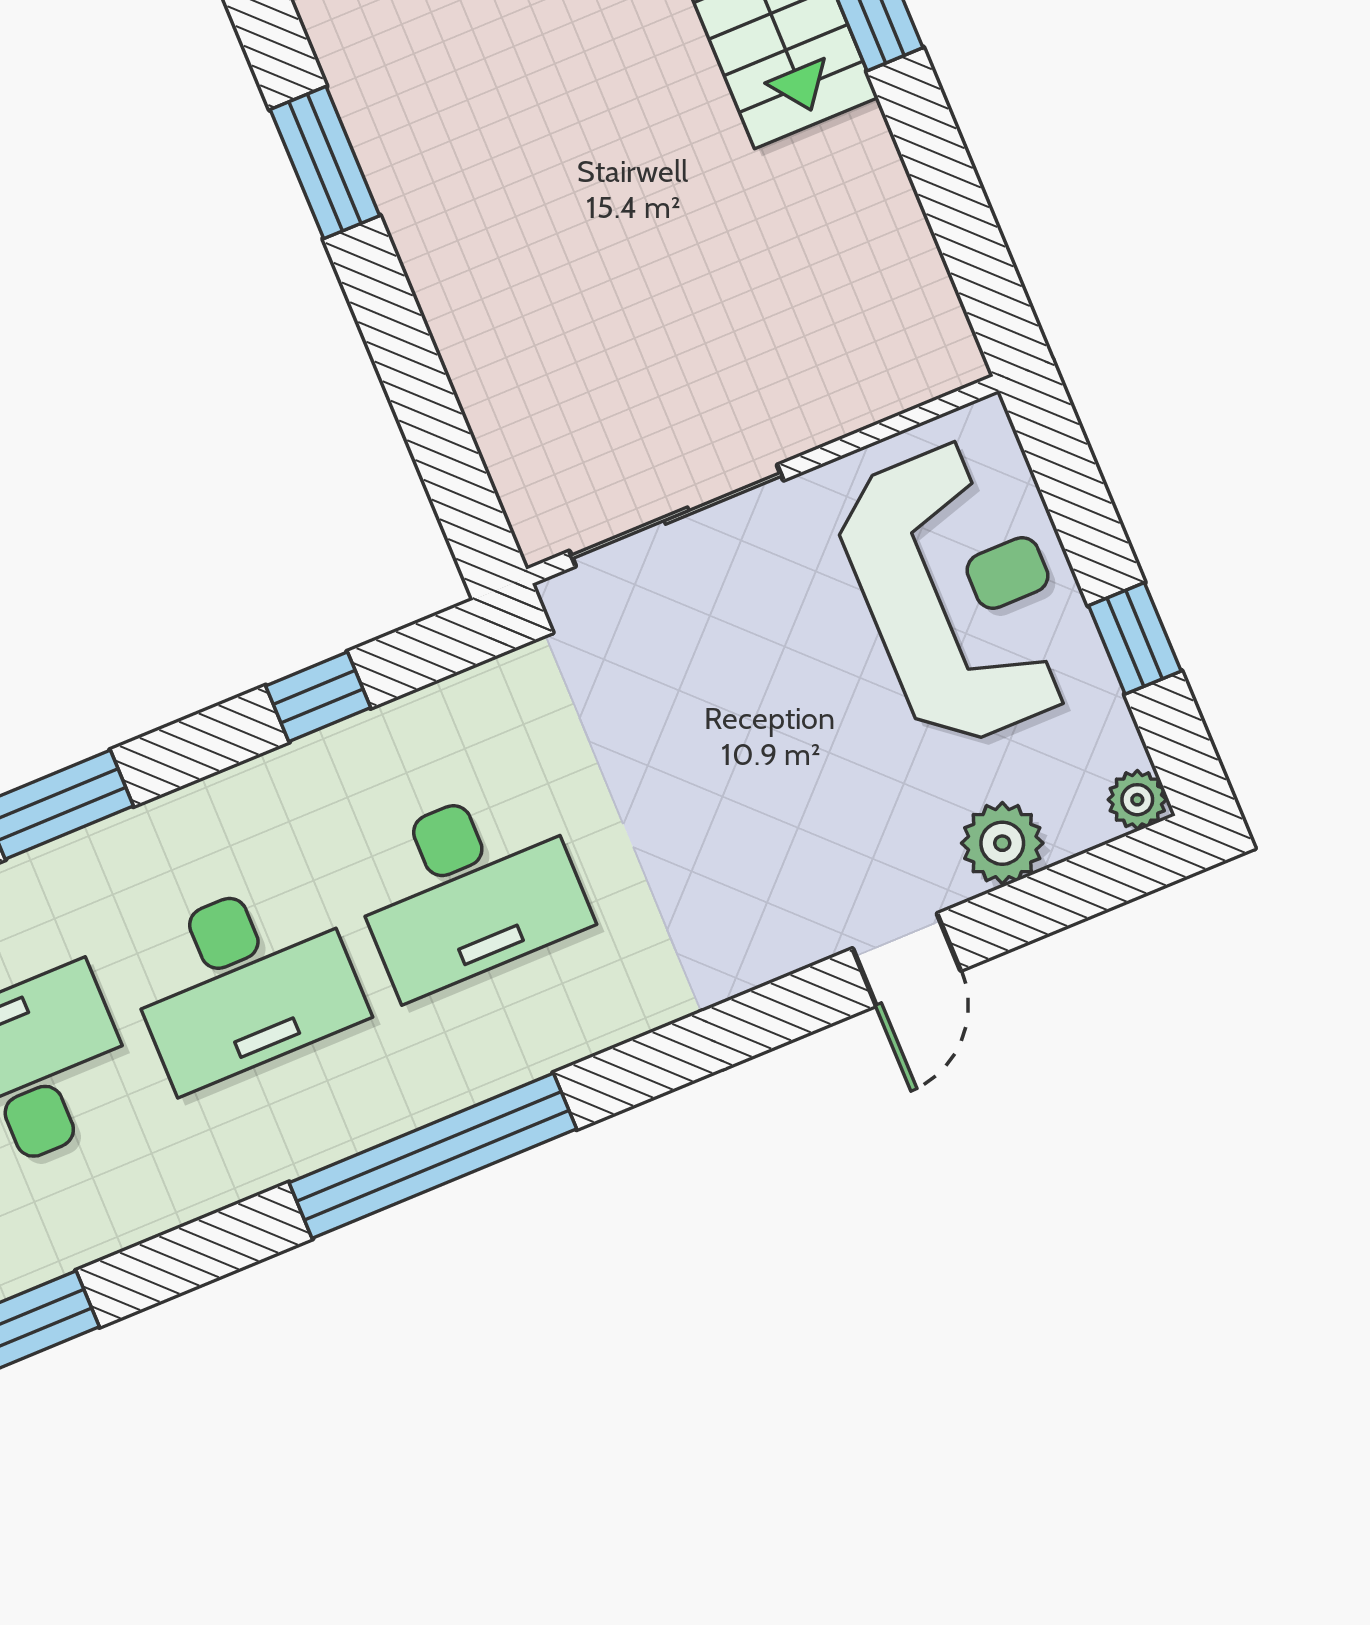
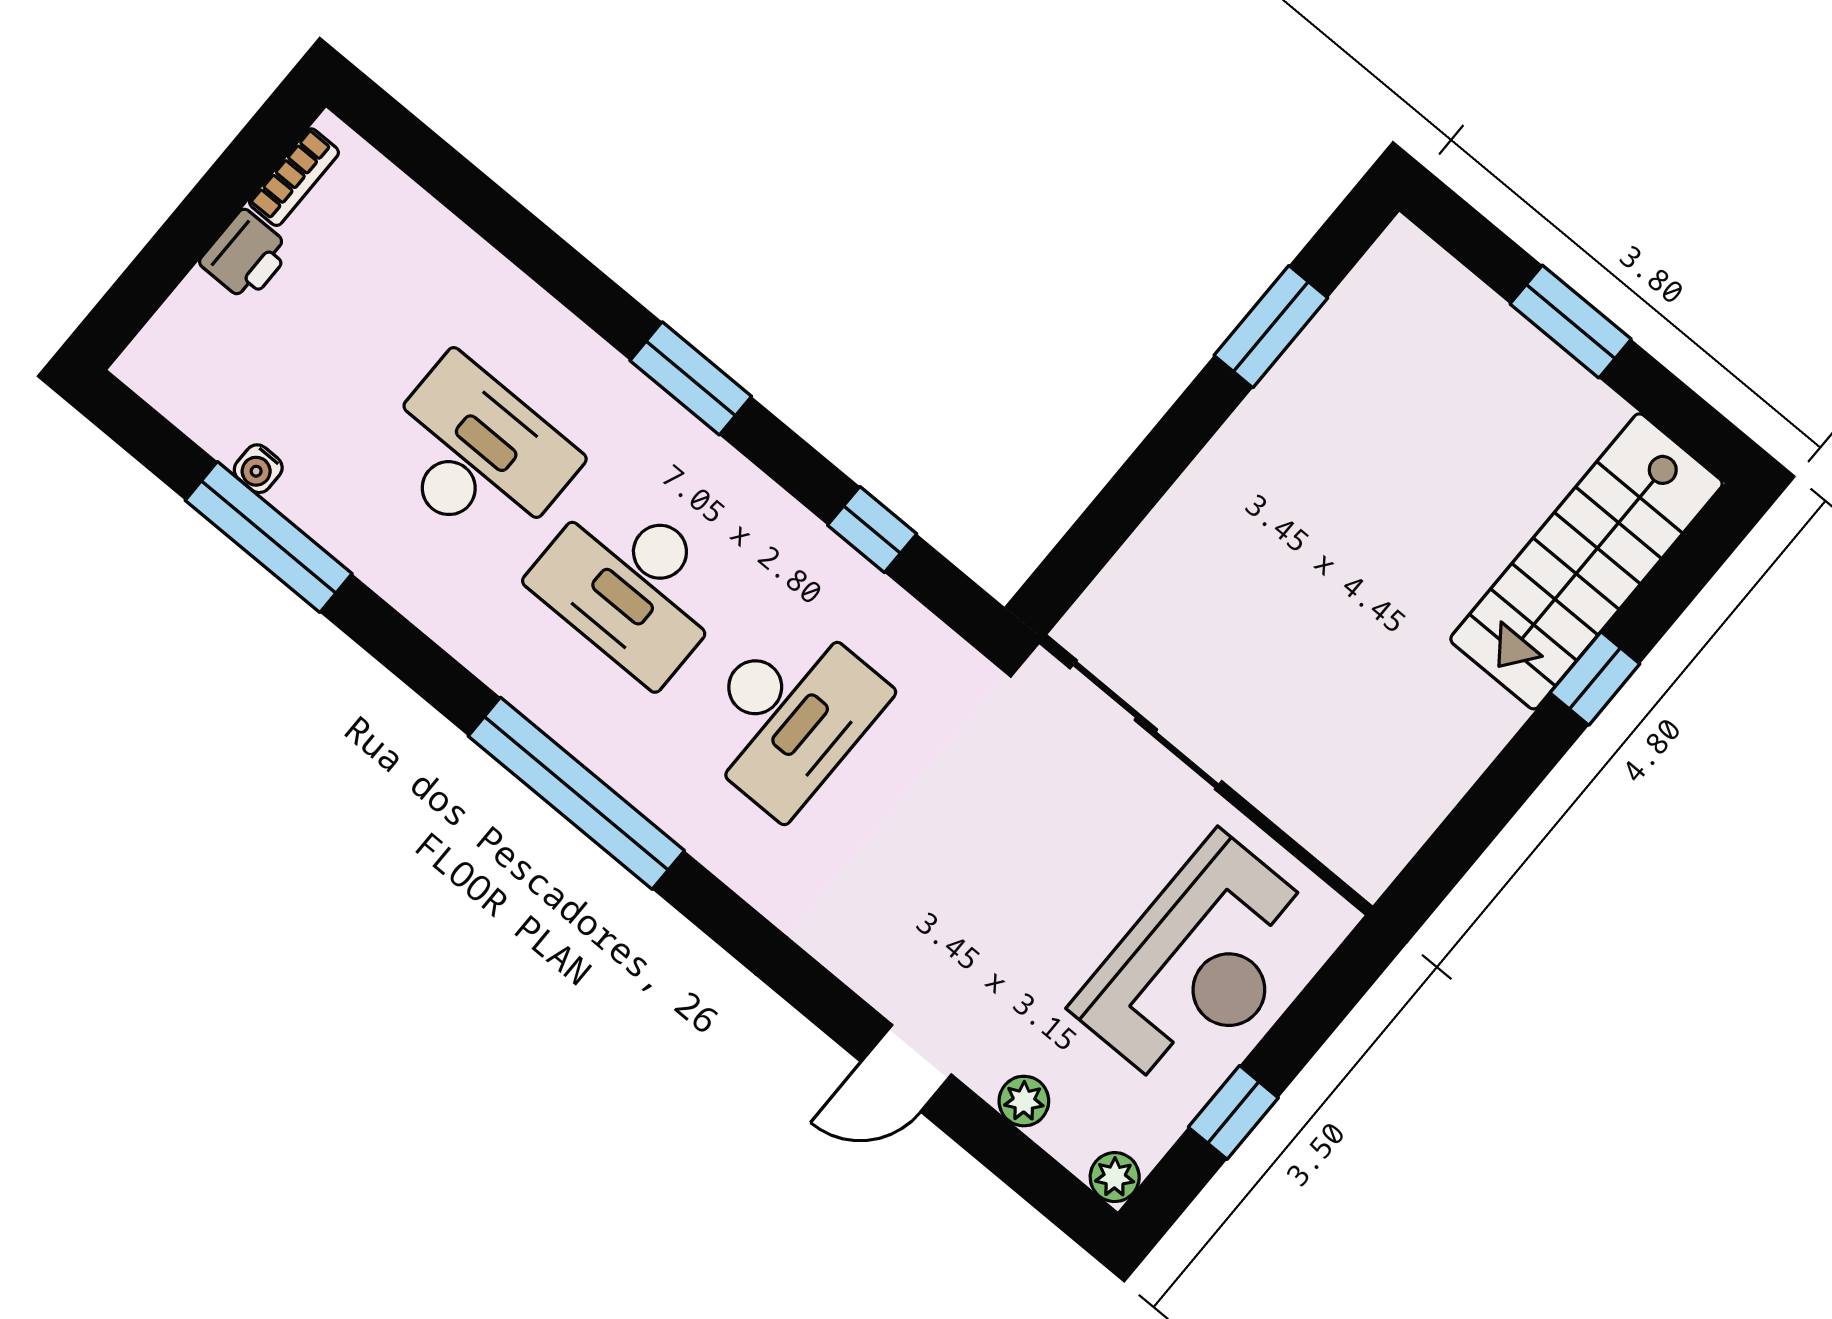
plant: (1002, 843) -> (1024, 1101), width x0.73, depth x0.73
desk: (467, 888) -> (788, 715), turned -90

